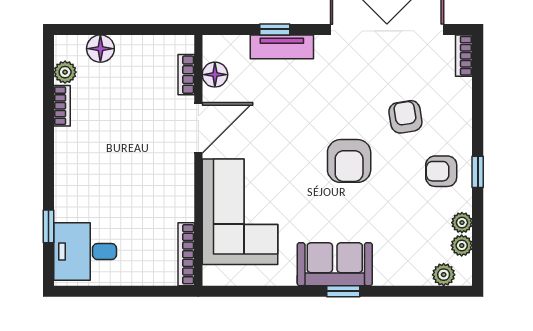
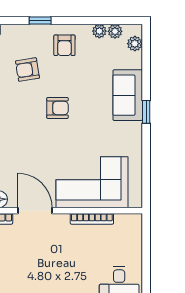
armchair: (349, 161) -> (57, 108), width x0.72, depth x0.72
window: (478, 172) -> (40, 20), moved
bookcase: (186, 254) -> (92, 219), moved
sofa: (335, 264) -> (128, 95), moved

